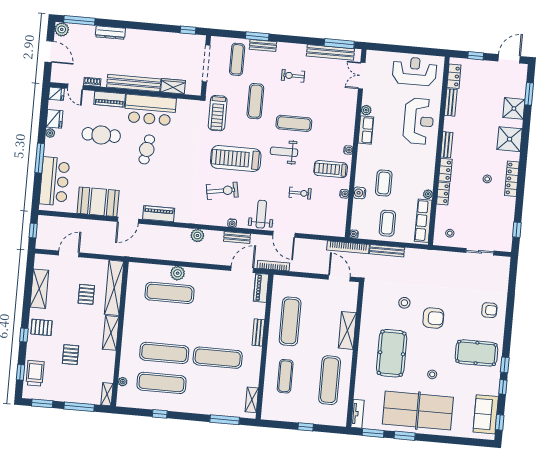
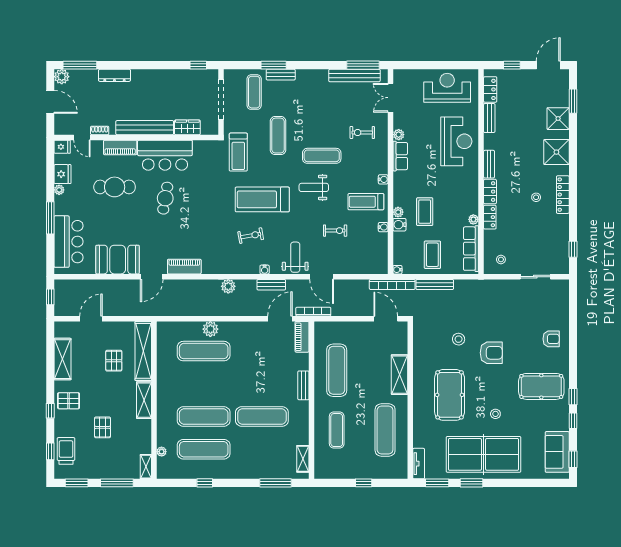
exercise bike: (293, 76) -> (362, 133), moved
plant: (359, 181) -> (398, 212), added
exercise bike: (222, 191) -> (251, 236), width x0.73, depth x0.72

